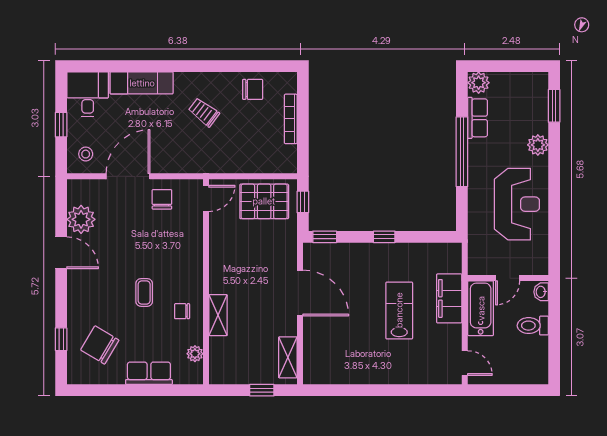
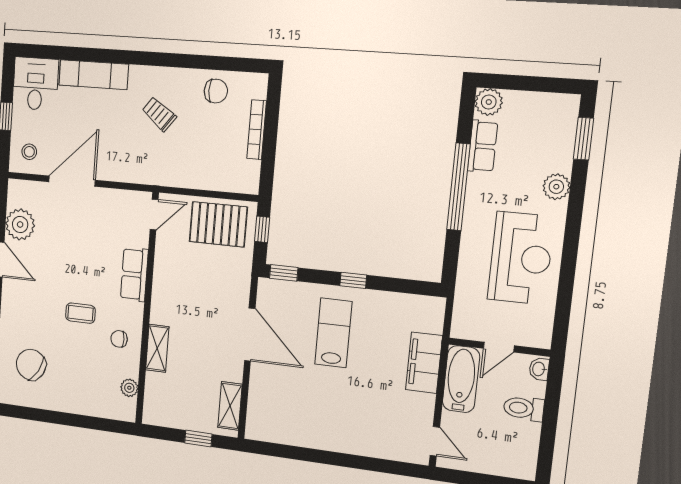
chair: (162, 199) -> (106, 211), removed
coffee table: (144, 292) -> (80, 313), turned 90
lab bench: (399, 310) -> (333, 333), moved
row of seats: (149, 373) -> (134, 274), moved, turned -90

